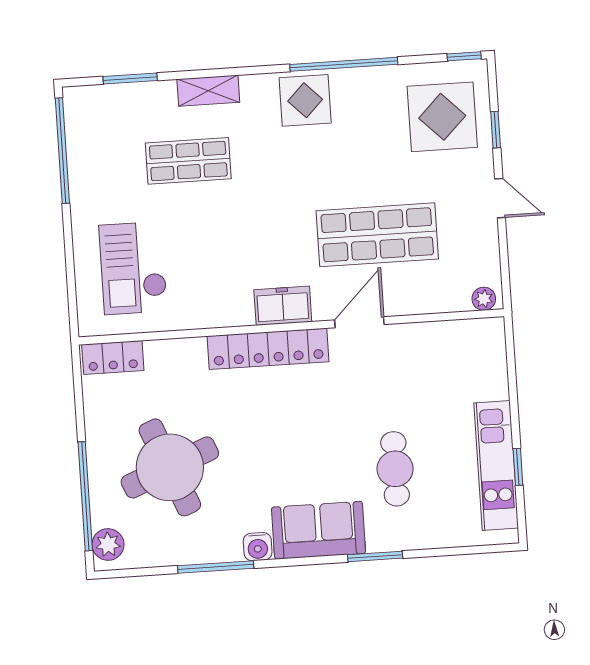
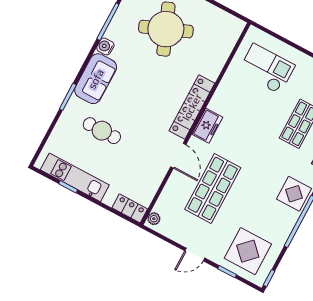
locker: (113, 357) -> (130, 208), moved, turned 90

